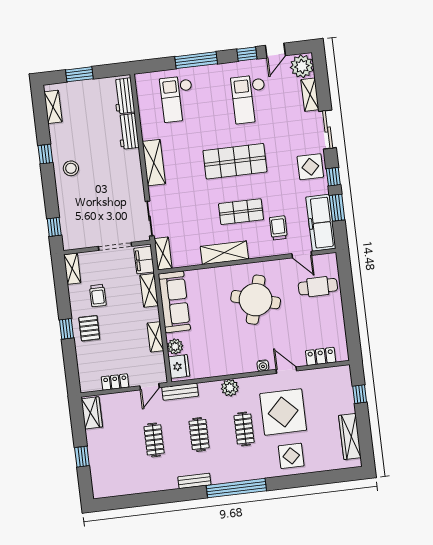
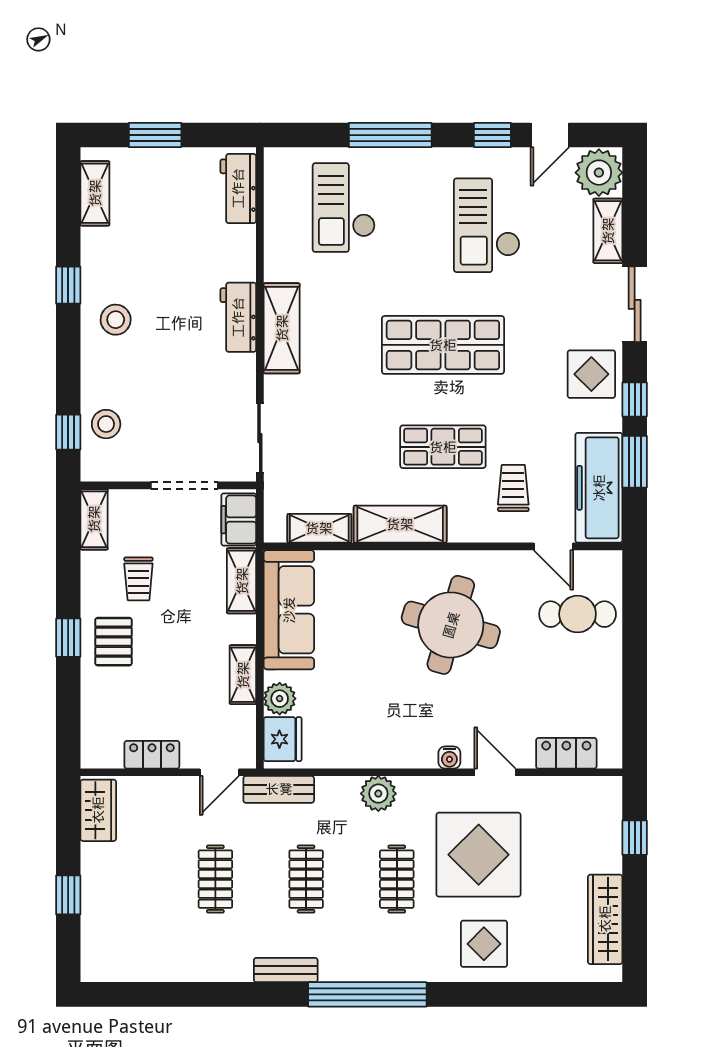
workbench: (128, 131) -> (238, 317), moved
stool: (72, 221) -> (106, 424), added
shelving: (163, 253) -> (319, 528), moved, turned 90

